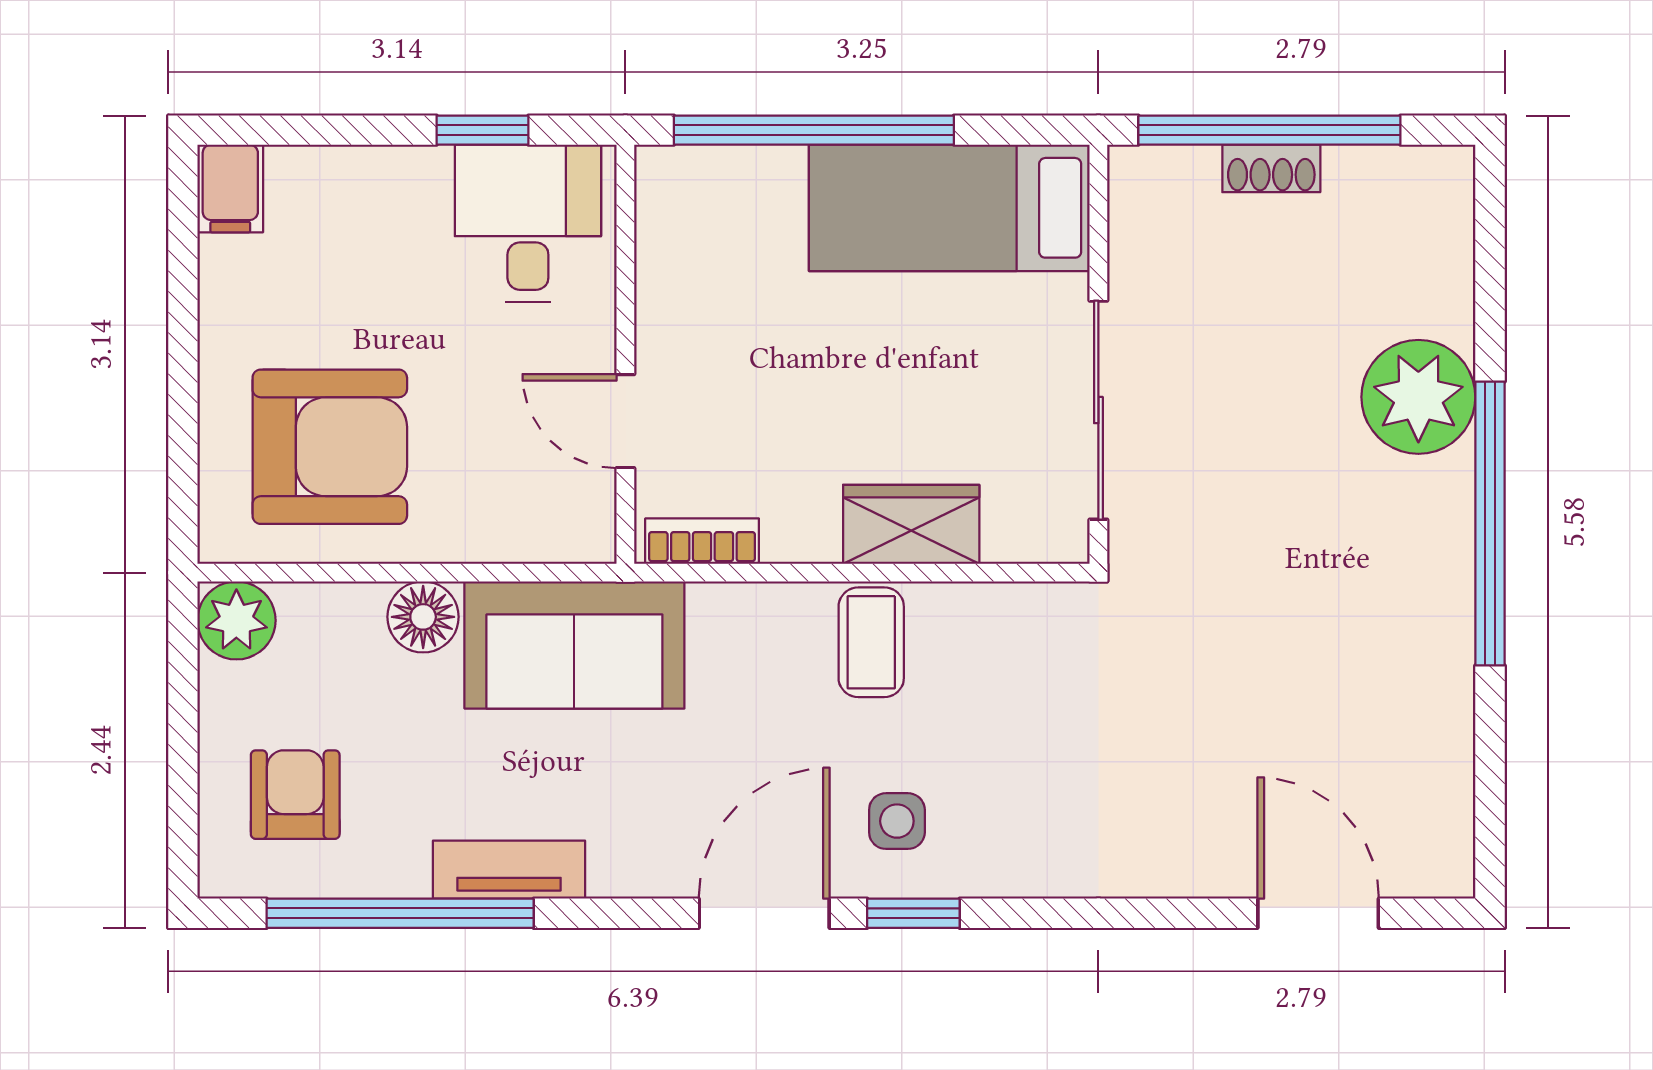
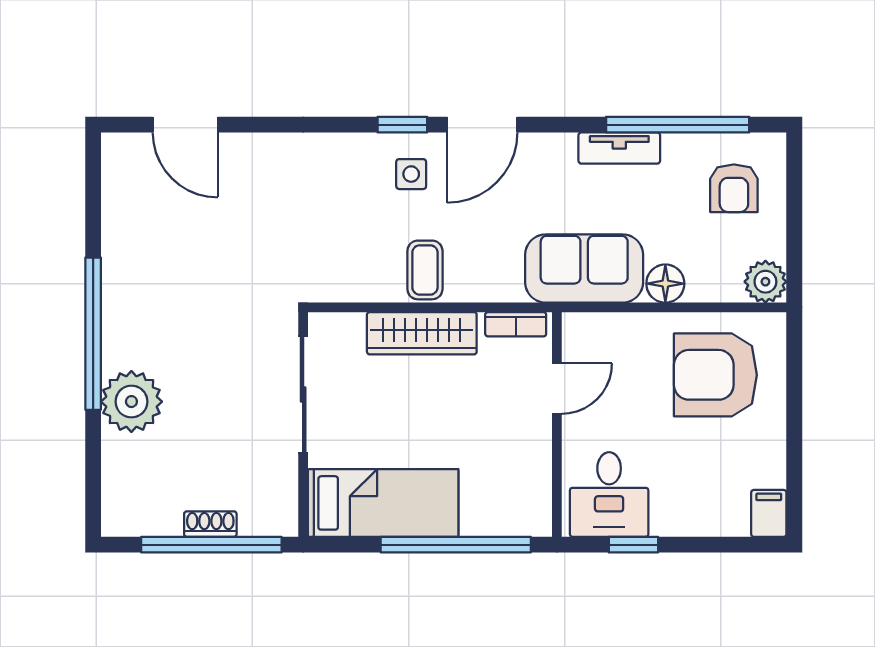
door: (625, 421) -> (557, 389), hinge flipped
wardrobe: (911, 524) -> (422, 333), width x1.50

